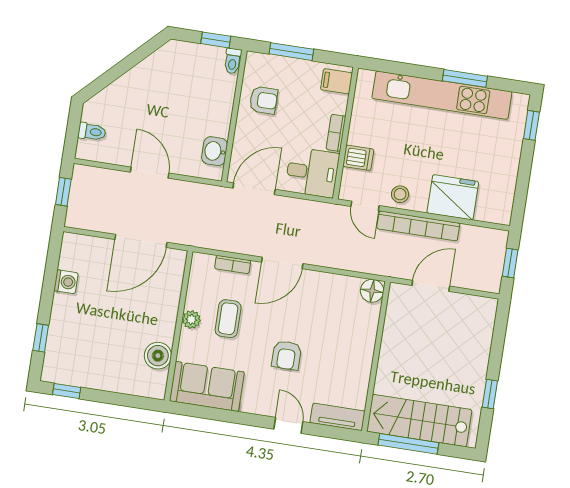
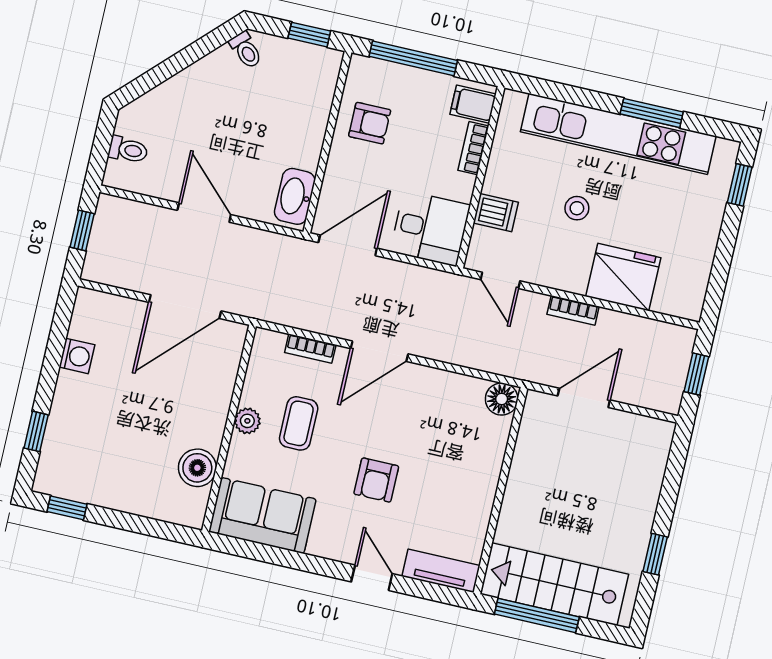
window: (291, 52) -> (413, 58), width x1.44
toilet: (233, 61) -> (246, 50), moved, turned -45
bookcase: (336, 133) -> (473, 148), moved
washbasin: (214, 151) -> (295, 196), width x1.38
stool: (400, 194) -> (577, 208), moved
bookcase: (418, 226) -> (573, 310), width x0.43, depth x0.76

